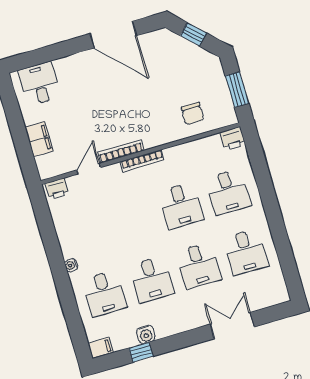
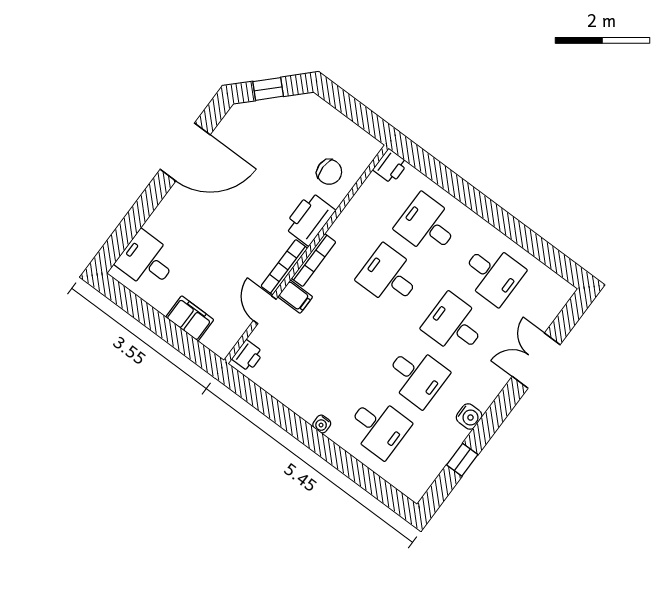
window: (237, 90) -> (357, 112), removed
printer: (159, 133) -> (309, 219), added
desk: (228, 192) -> (427, 225), turned 180
desk: (181, 206) -> (389, 276), turned 180
desk: (199, 266) -> (455, 325), turned 180
water cooler: (146, 334) -> (469, 416), moved
filing cabinet: (101, 348) -> (295, 297), moved, turned 90

